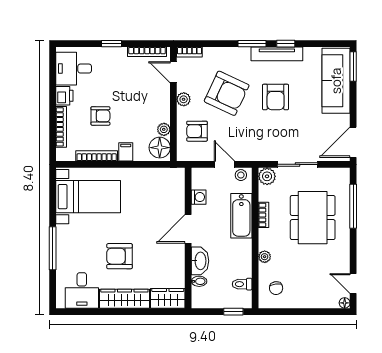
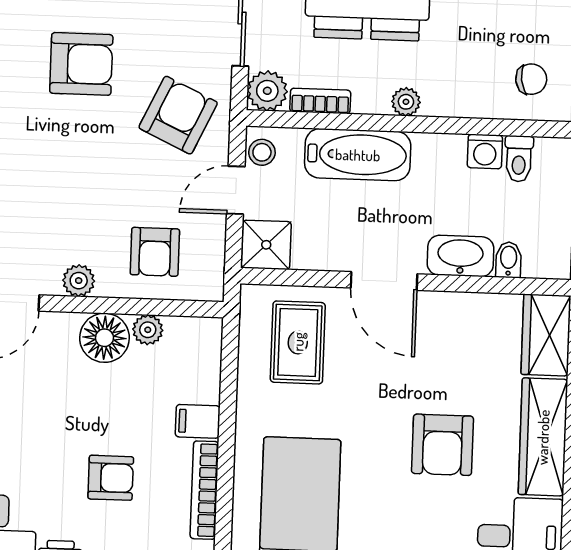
armchair: (227, 93) -> (178, 115), moved, width x0.73, depth x0.73
armchair: (100, 116) -> (111, 478), turned 90
floor lamp: (160, 148) -> (104, 338), moved
shower: (202, 178) -> (266, 245), added
rug: (161, 193) -> (298, 342), added
washing machine: (199, 197) -> (485, 151), moved, turned 180
bookcase: (264, 215) -> (320, 101), moved
plant: (265, 257) -> (406, 102), moved

